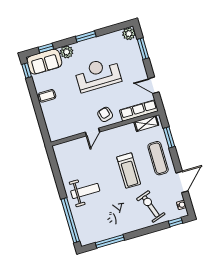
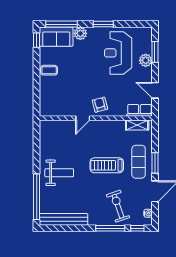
plant: (129, 34) -> (146, 60), moved
window: (46, 48) -> (62, 24), width x2.17
reception desk: (98, 74) -> (118, 53), moved, turned -90
row of seats: (139, 111) -> (139, 110), width x0.68
window: (169, 137) -> (155, 163), moved
treadmill: (129, 171) -> (107, 165), turned 90
bench: (103, 234) -> (64, 219), added
window: (110, 241) -> (110, 228), moved

